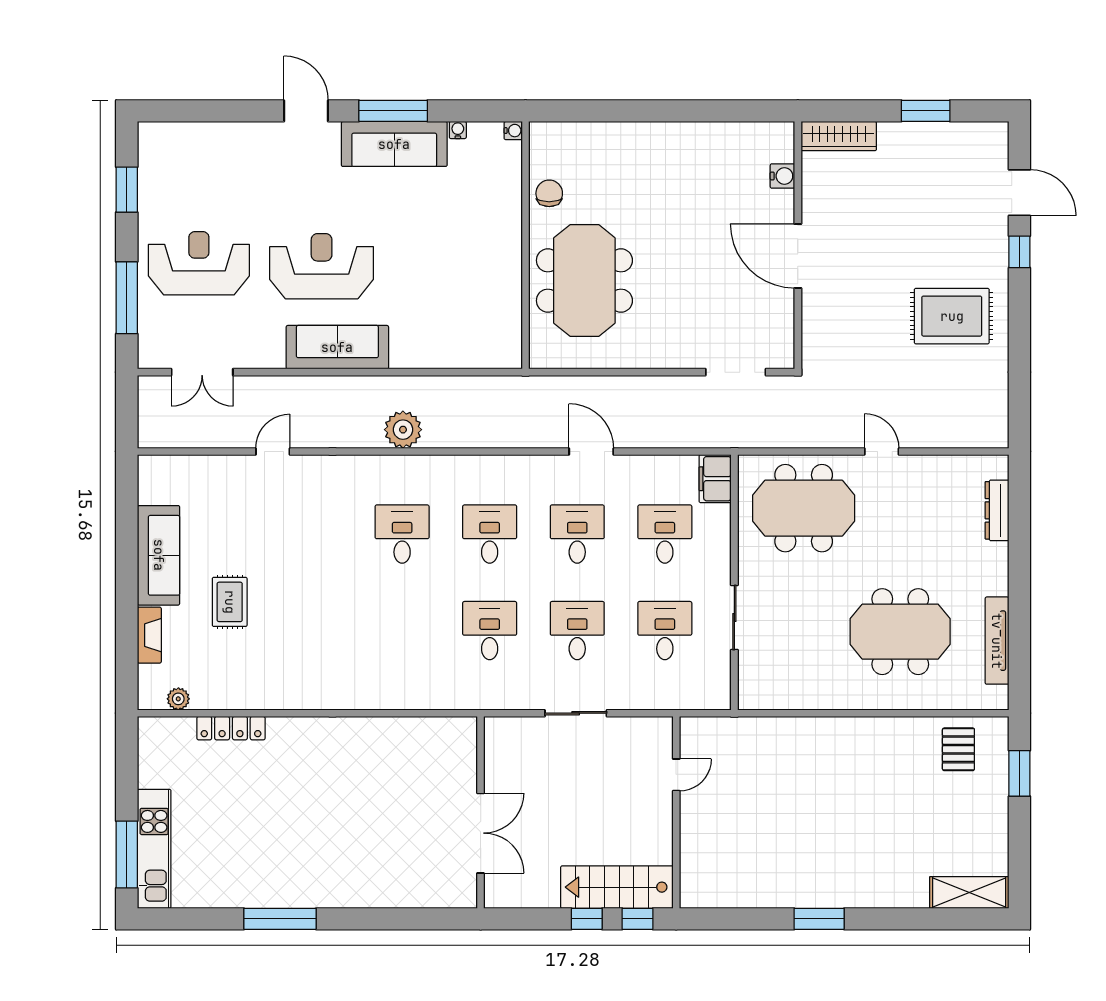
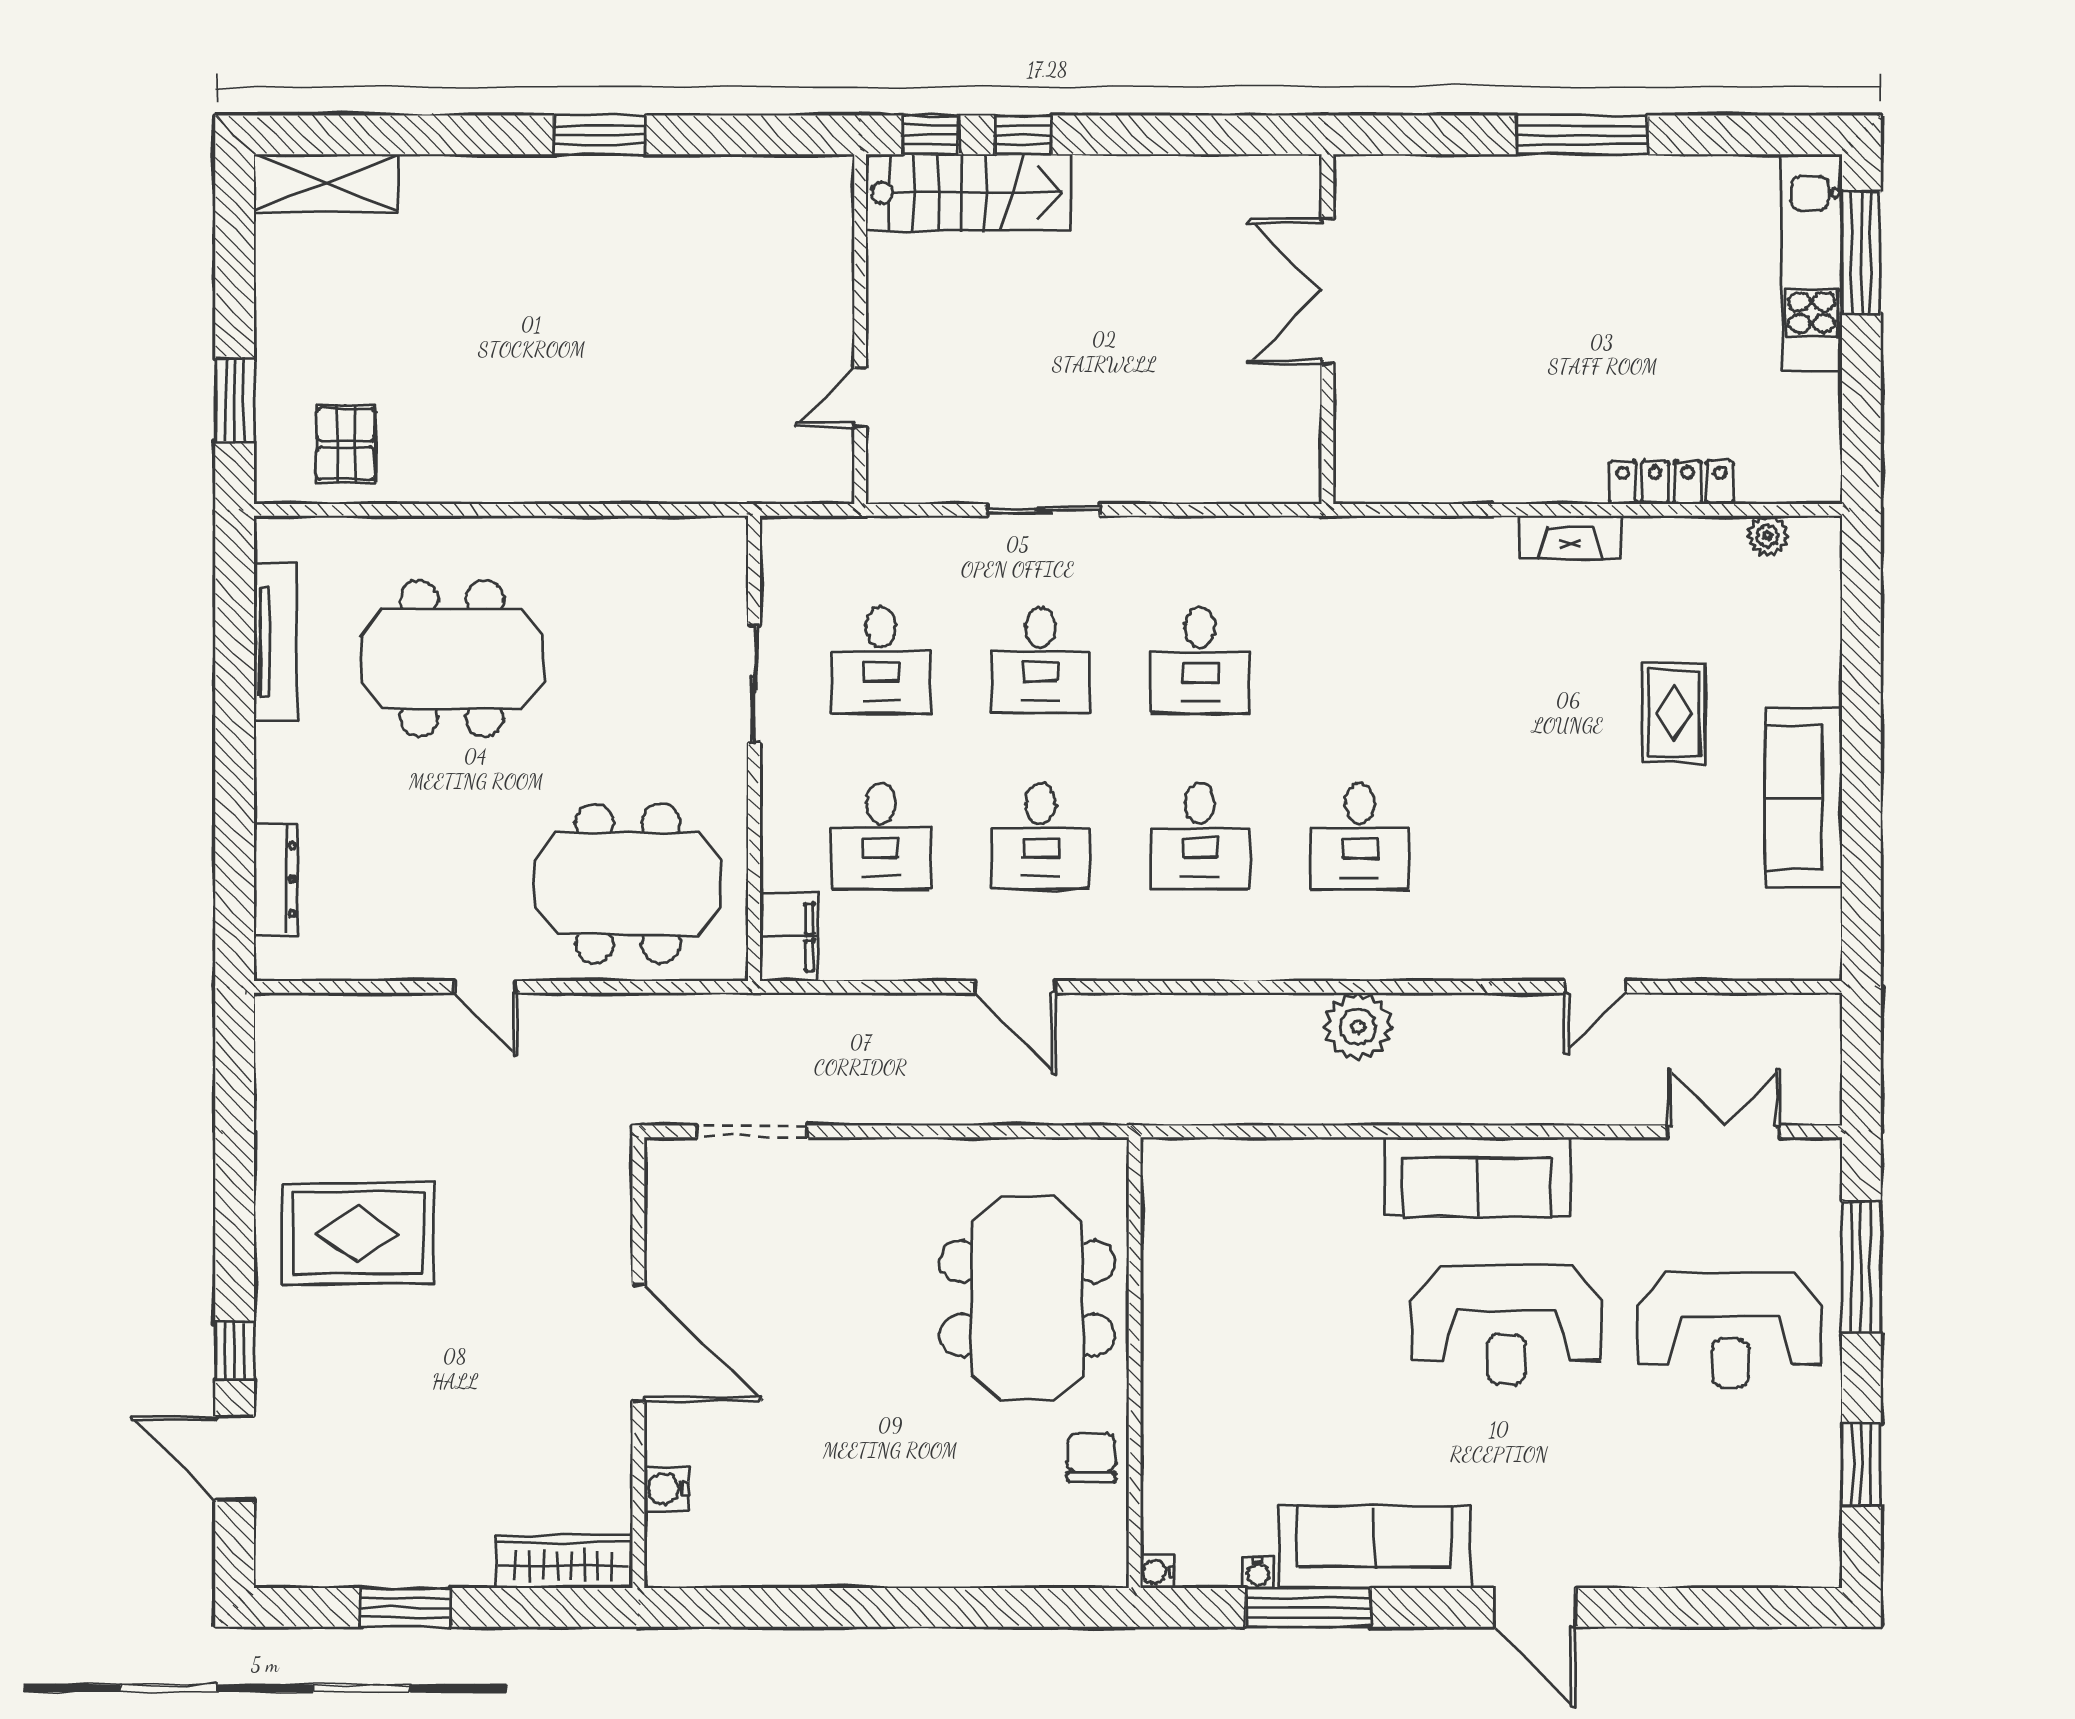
window: (393, 111) -> (1308, 1607), moved
chair: (549, 193) -> (1092, 1457), turned 180
fireplace: (149, 635) -> (1570, 537), moved, turned -90
wall: (481, 812) -> (1327, 329), moved
double door: (481, 833) -> (1327, 291), moved

